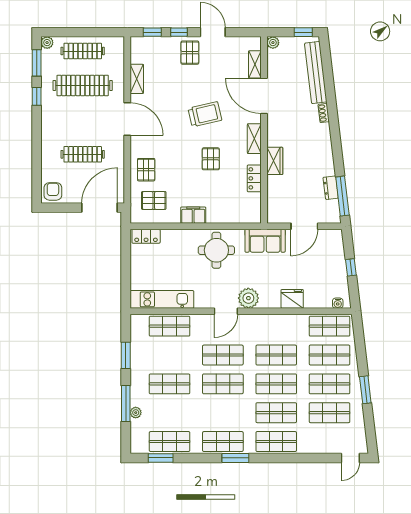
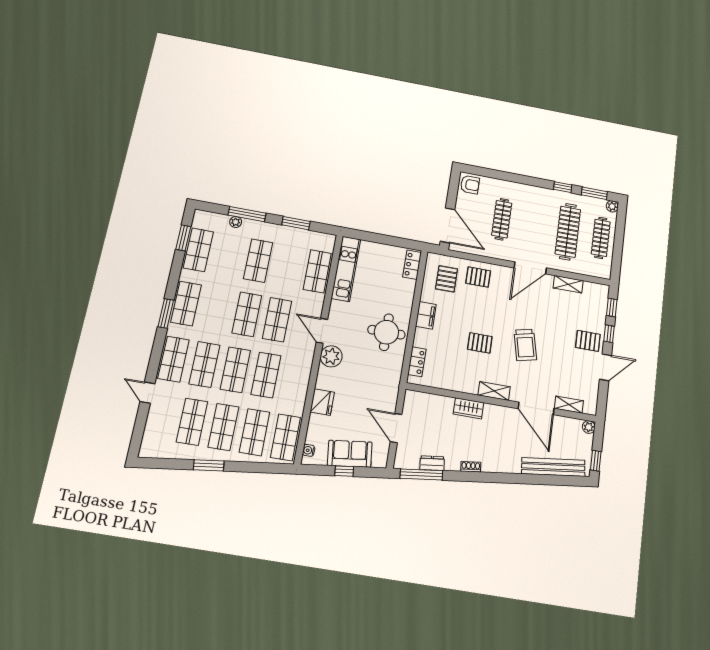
door: (264, 96) -> (536, 408), swing flipped
shoe rack: (324, 113) -> (471, 467), moved
locker: (254, 178) -> (417, 362), moved, turned 90
sofa: (265, 241) -> (350, 454), moved, turned 83
door: (350, 458) -> (147, 393), moved

